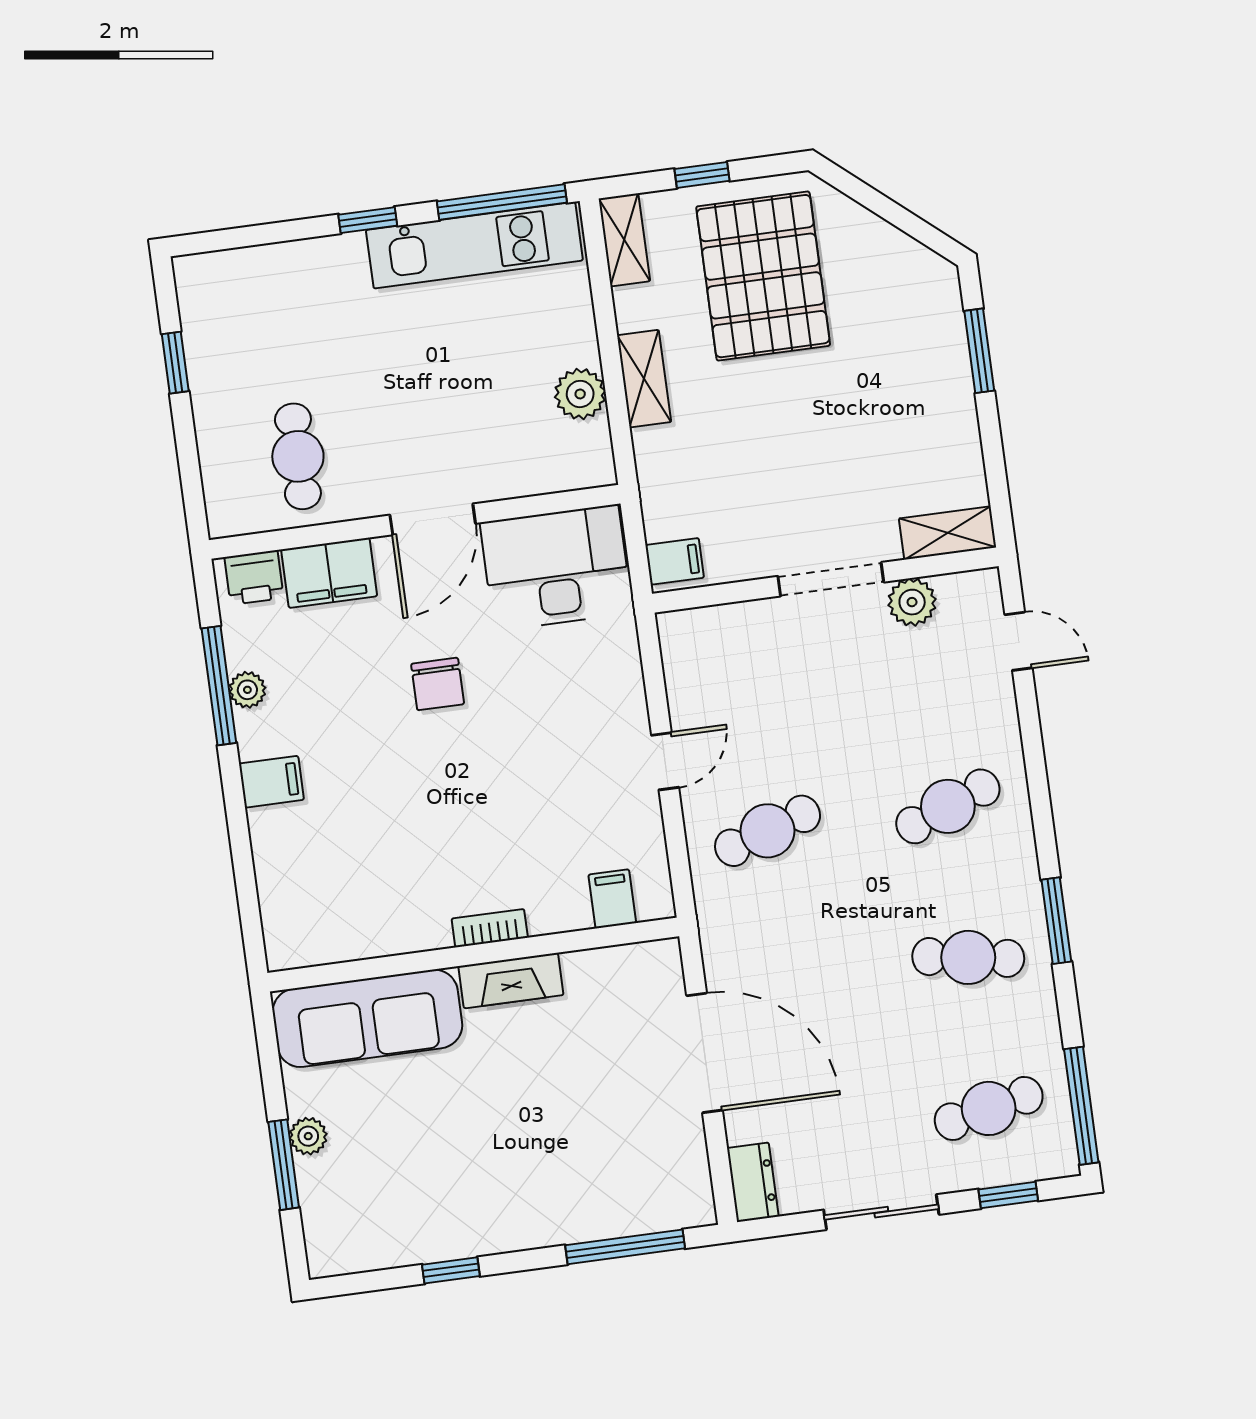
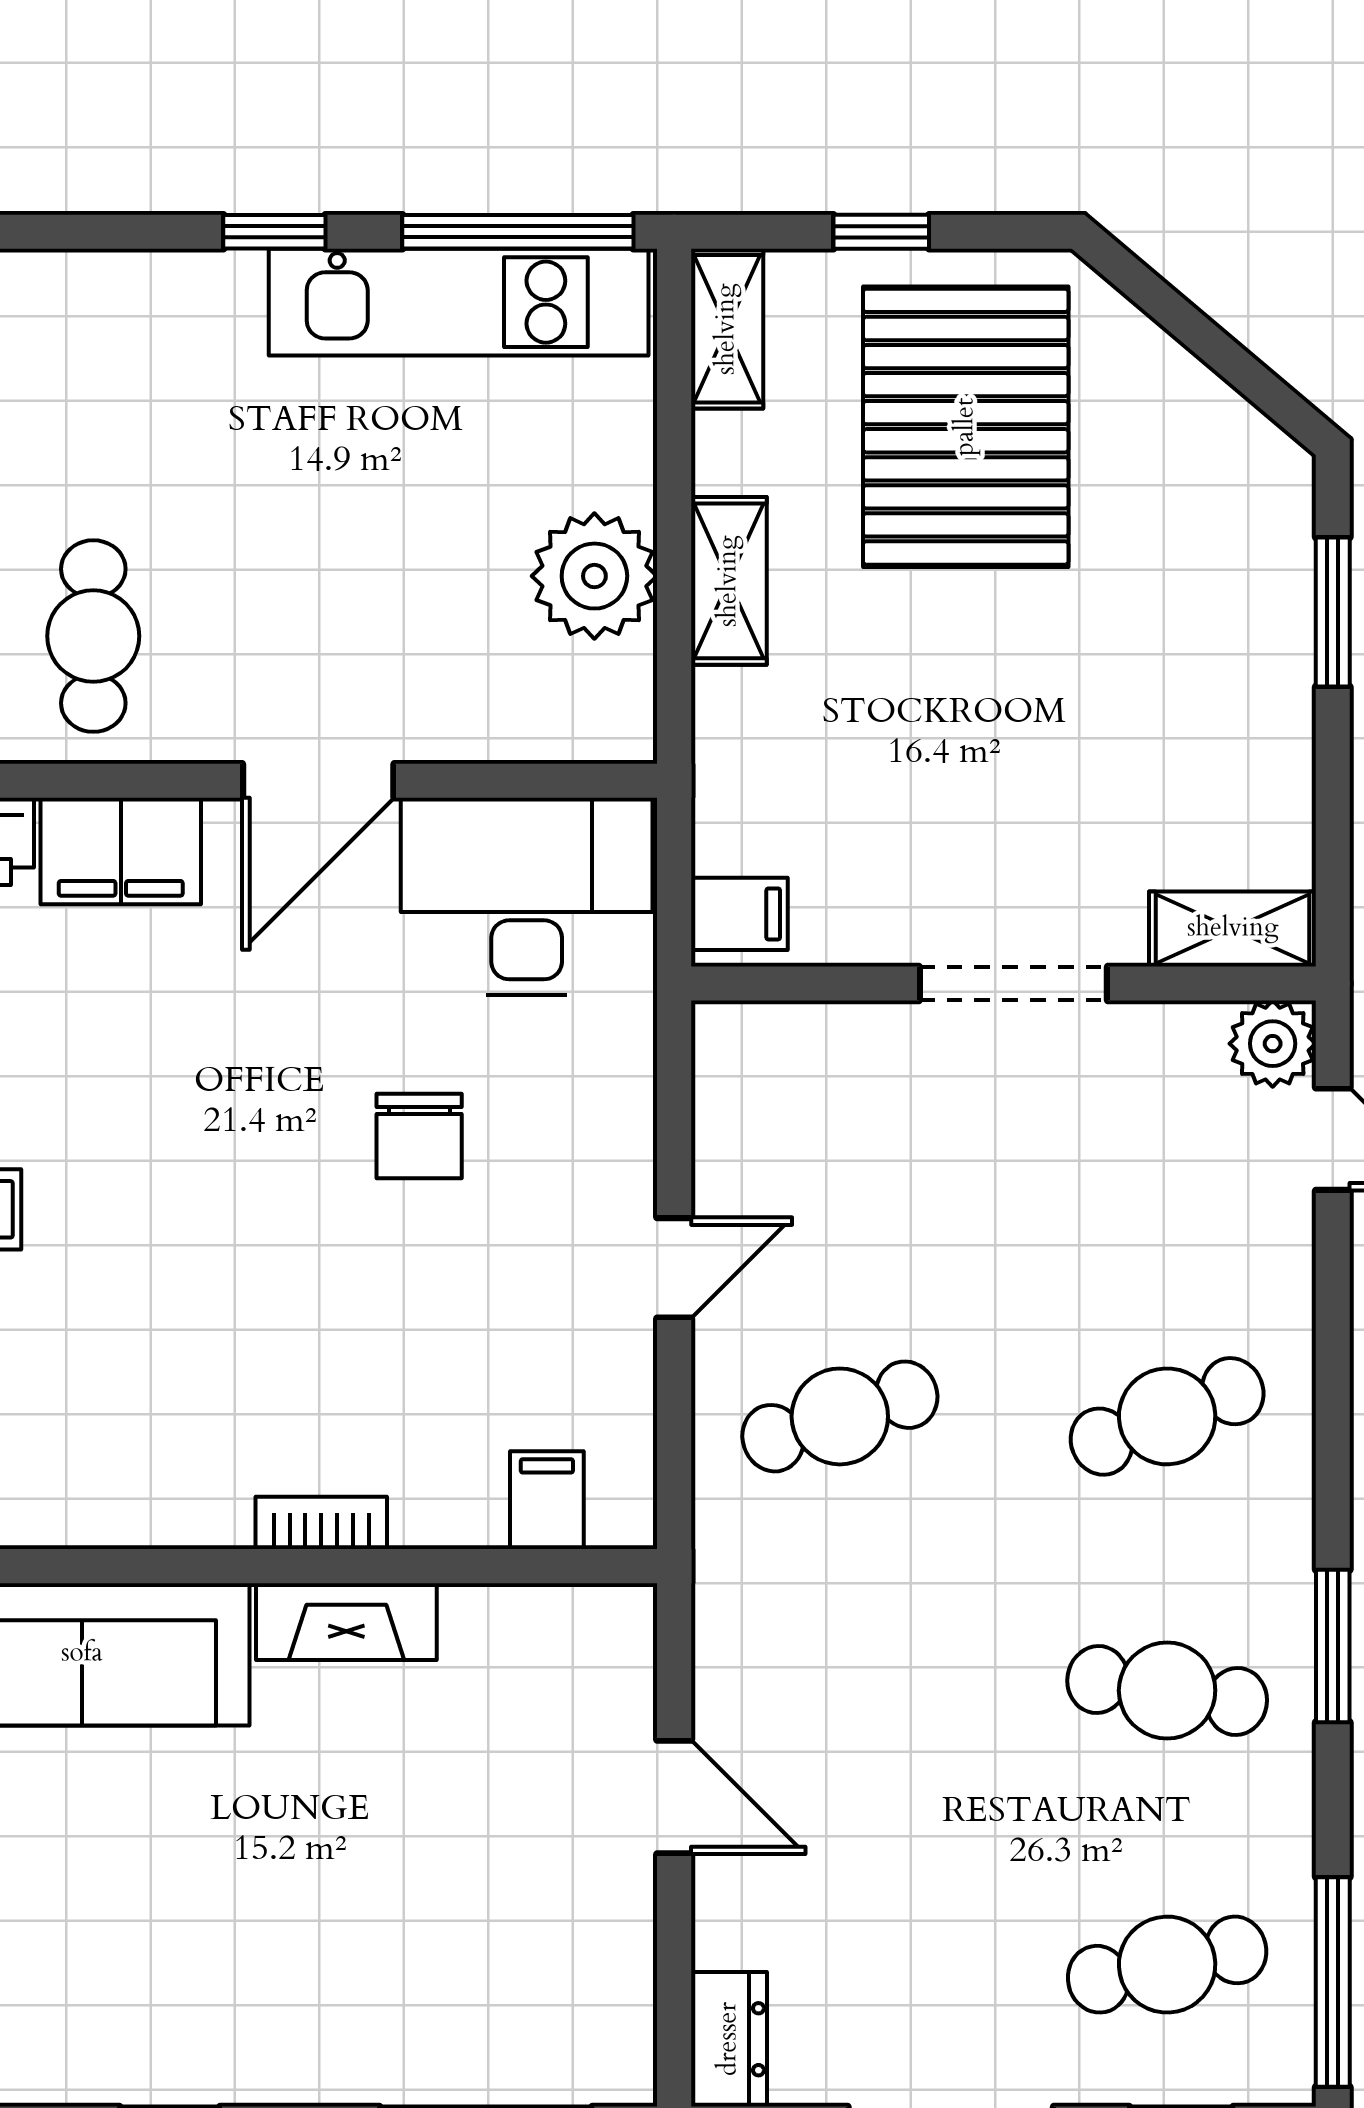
plant: (580, 394) -> (594, 576), width x1.36, depth x1.36
plant: (912, 602) -> (1273, 1044), moved
chair: (438, 684) -> (419, 1136), moved
door: (705, 1053) -> (674, 1797), width x0.53

